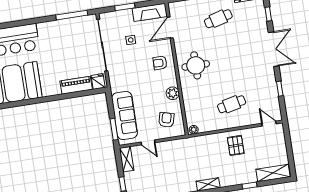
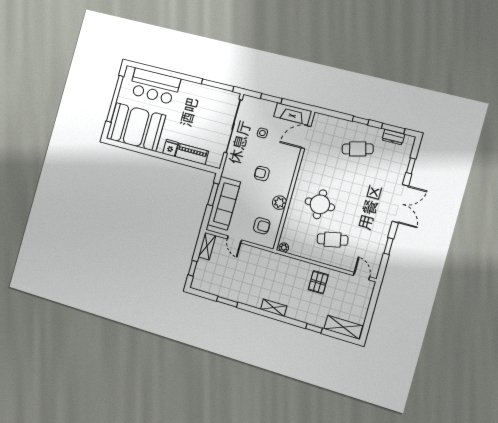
armchair: (160, 63) -> (262, 174), moved
round table: (196, 65) -> (320, 204), moved
fridge: (98, 82) -> (170, 148), moved
armchair: (166, 120) -> (262, 226), turned 75
window: (114, 129) -> (213, 194), moved

